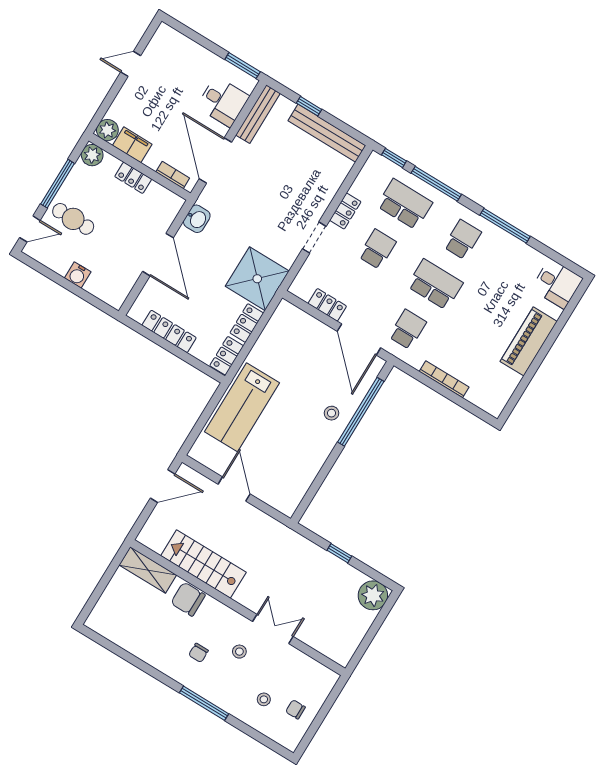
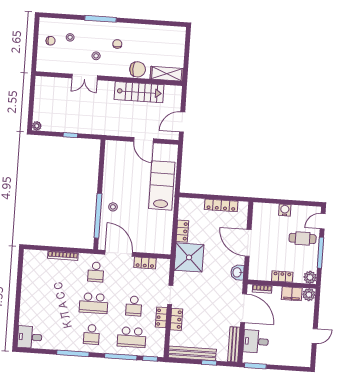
piano: (529, 341) -> (29, 299), removed
locker: (227, 356) -> (176, 319), moved
plant: (373, 595) -> (37, 126), width x0.53, depth x0.53

